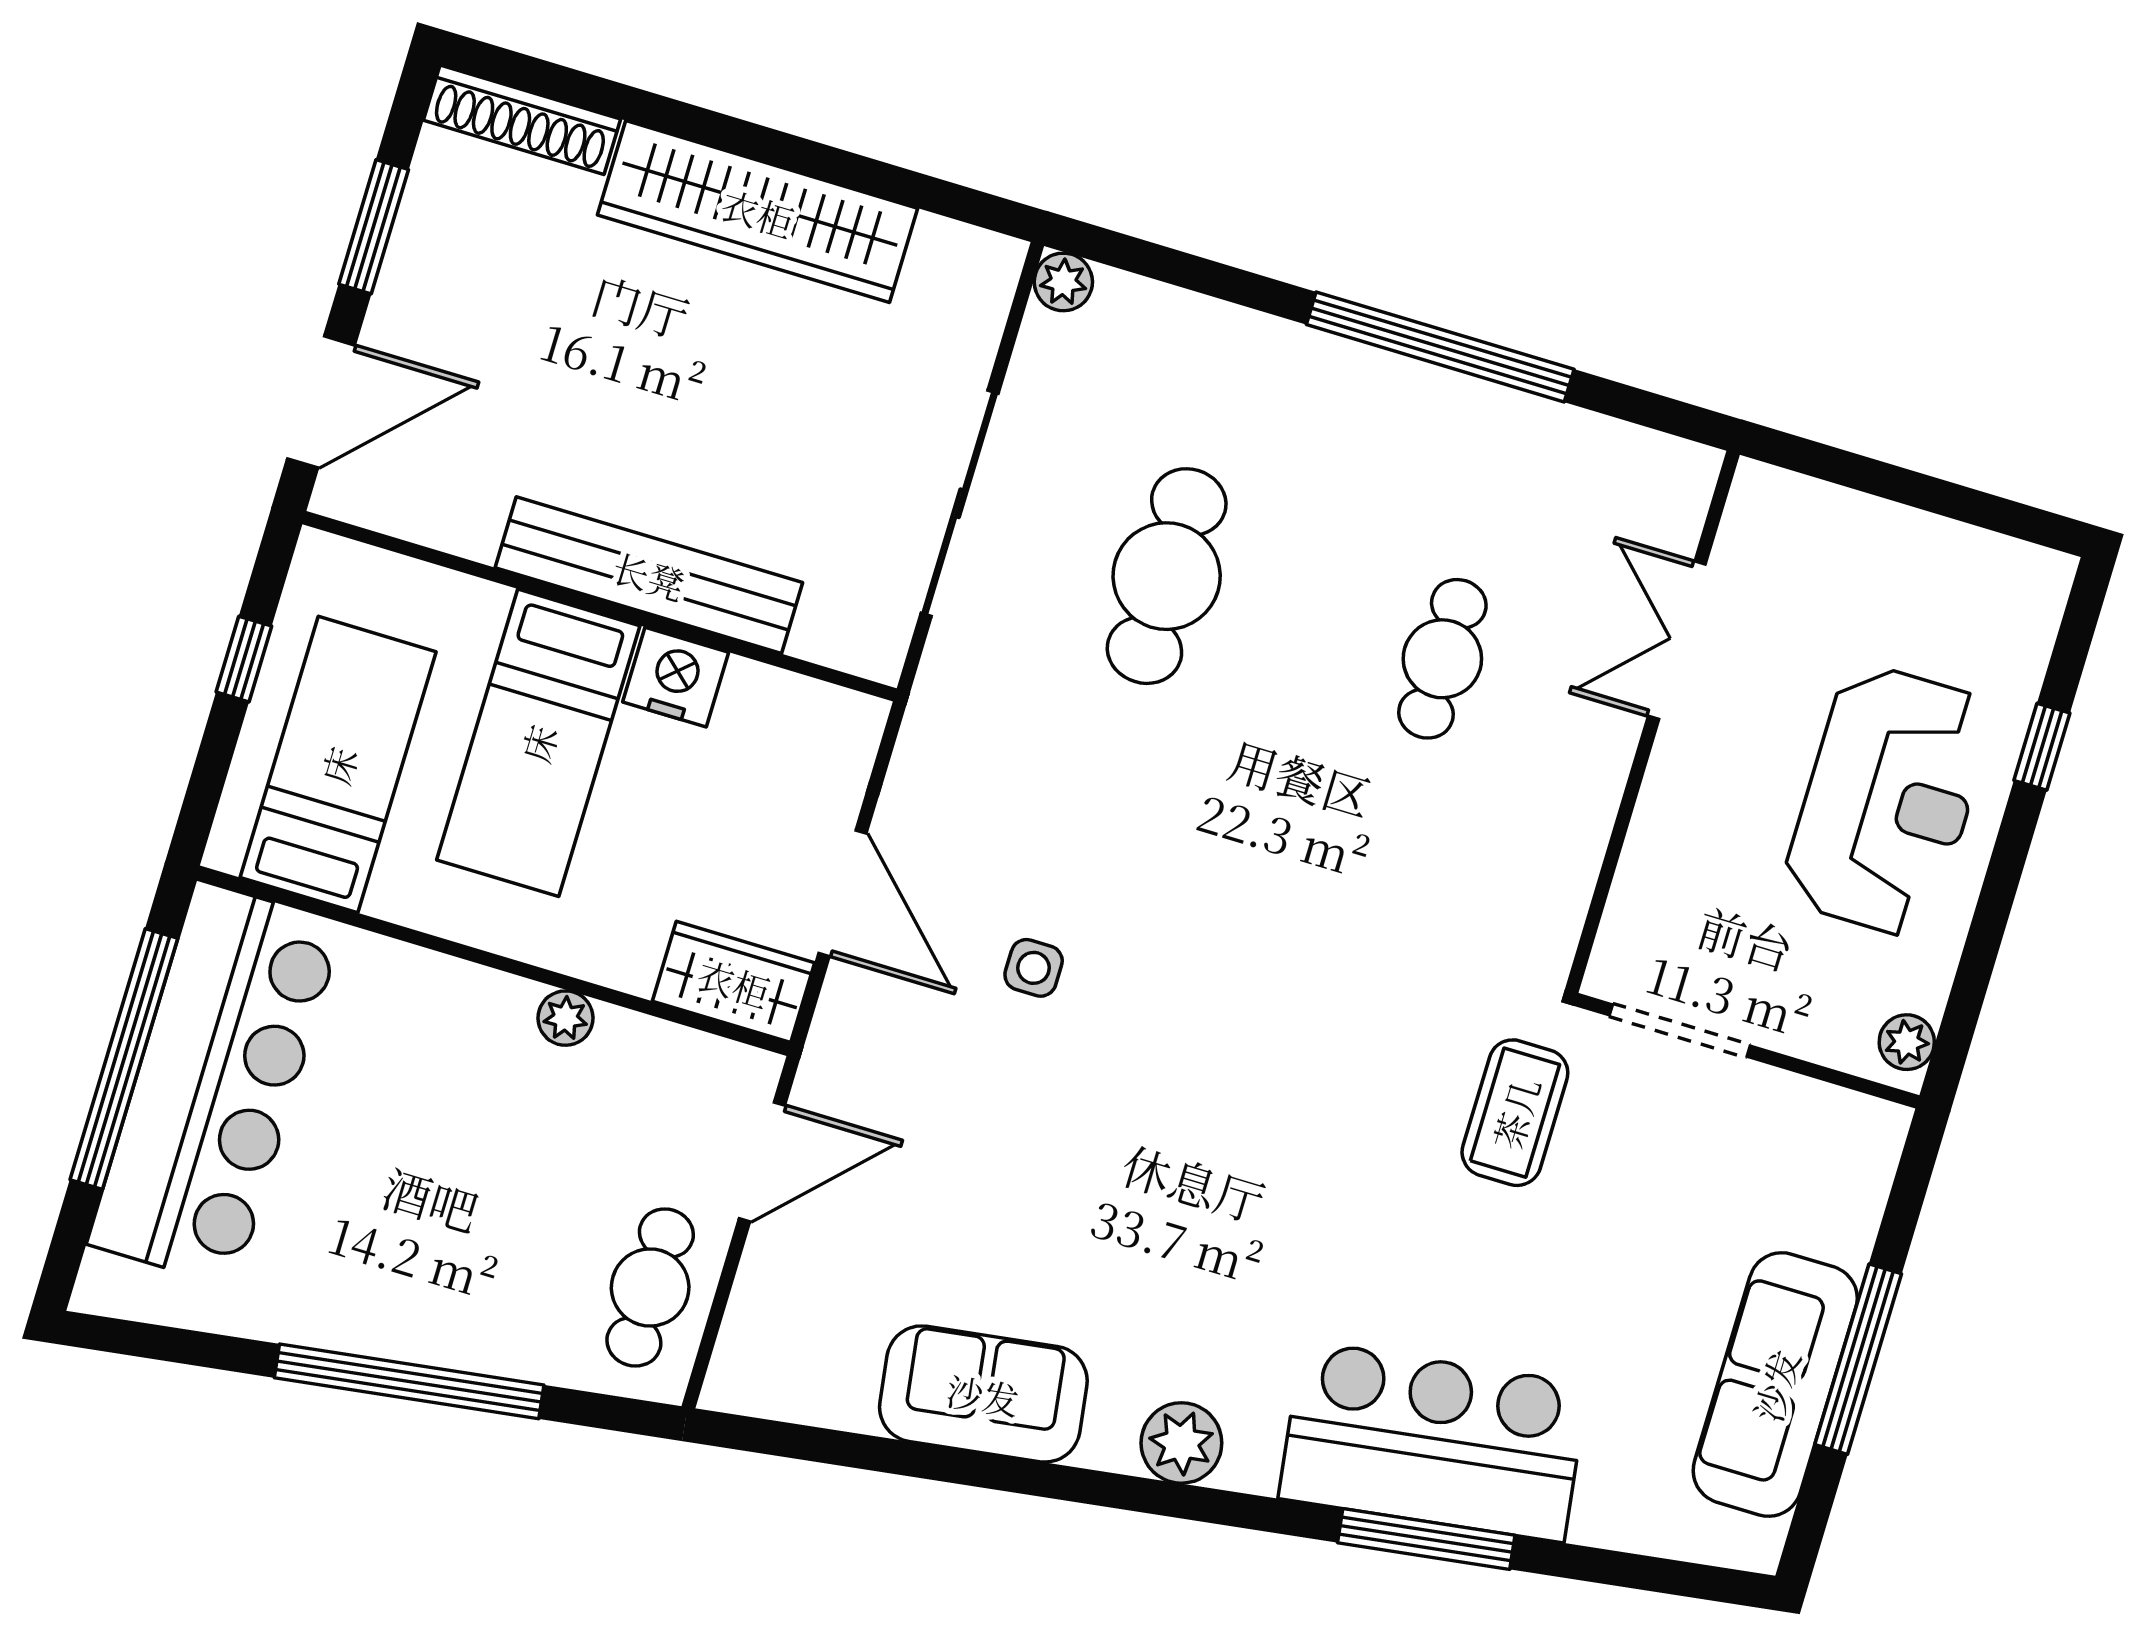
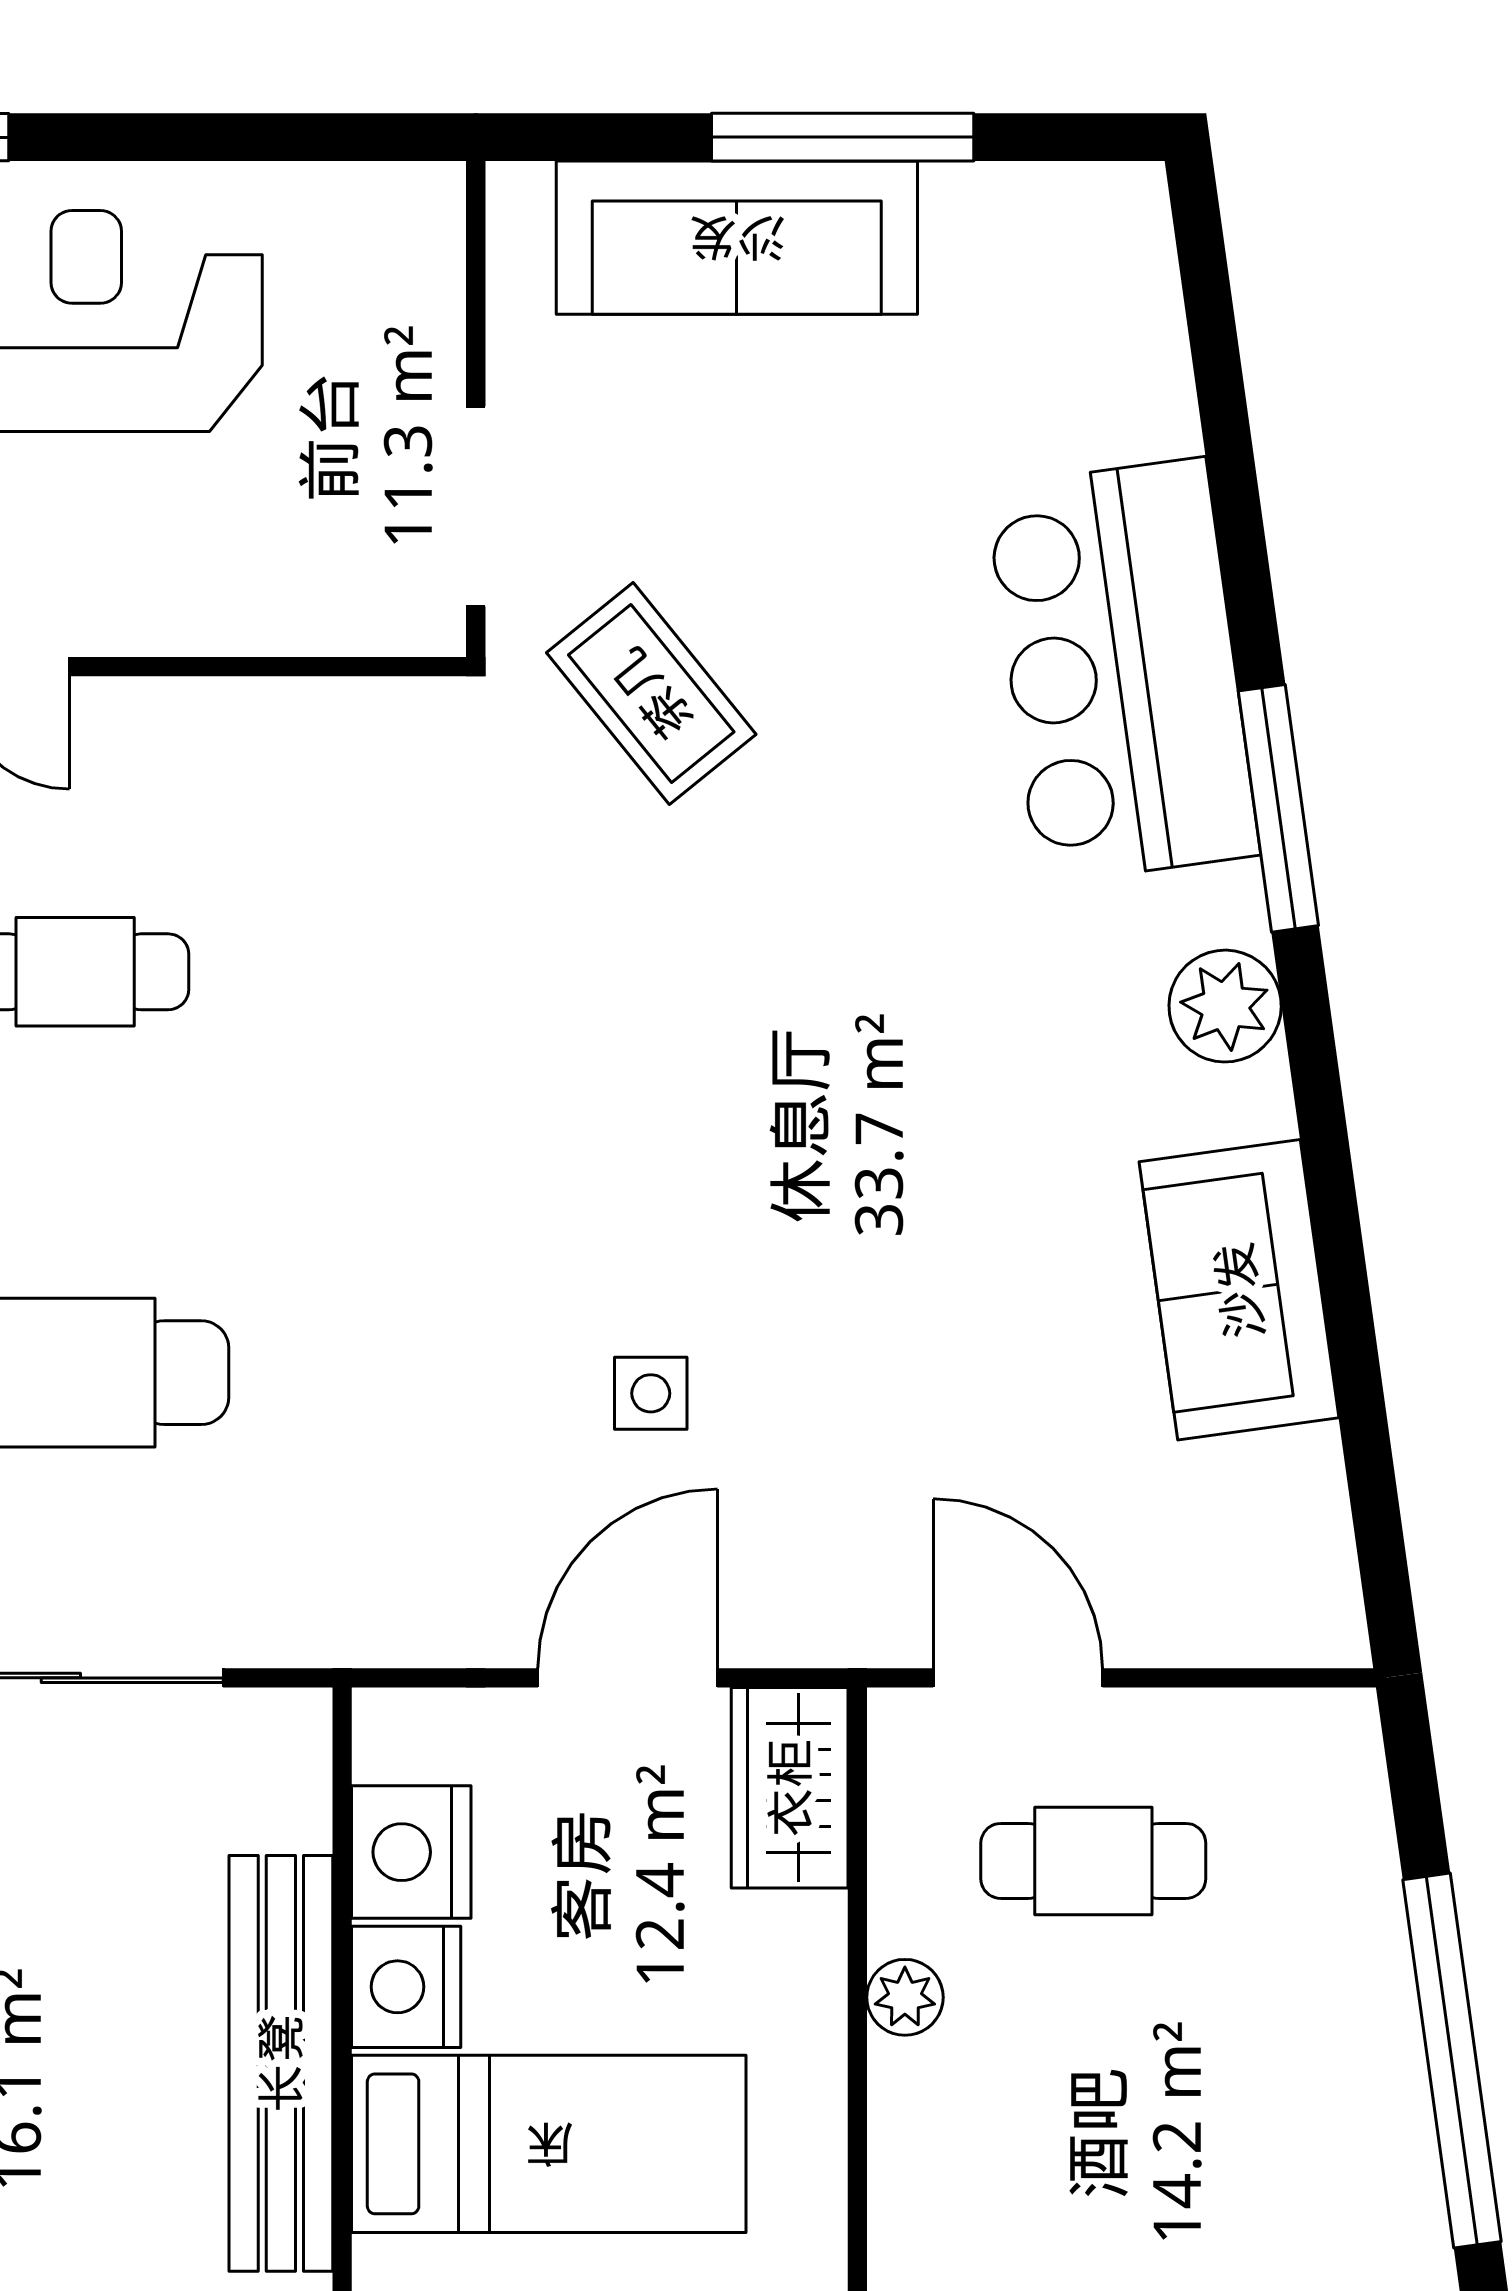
nightstand: (767, 708) -> (411, 1852), added
plant: (1907, 1042) -> (400, 199), removed
coffee table: (1515, 1113) -> (651, 693), turned 51
cafe table: (650, 1287) -> (1093, 1861), moved
sofa: (1775, 1385) -> (737, 238), moved
window: (1426, 1539) -> (1278, 808), moved

